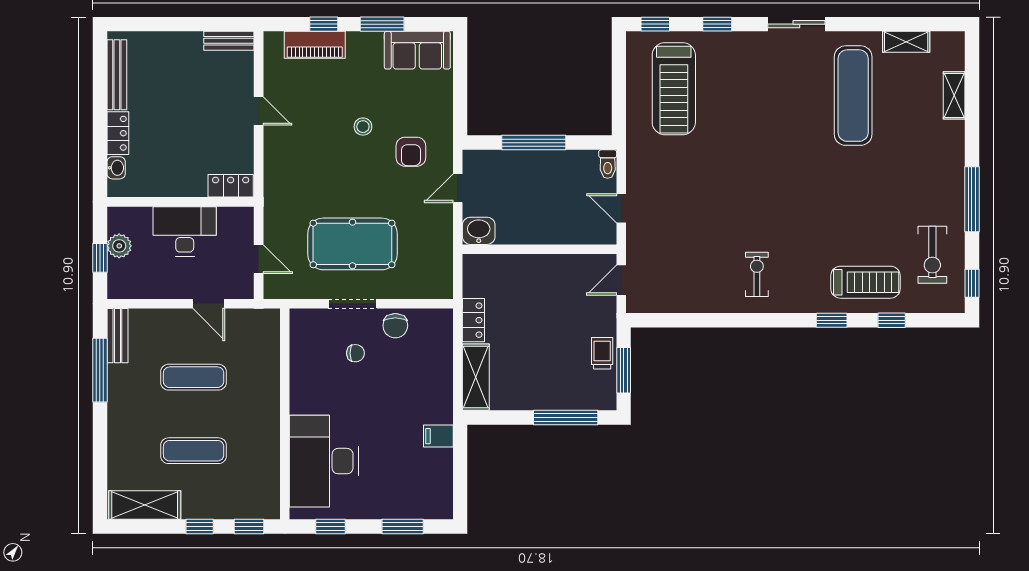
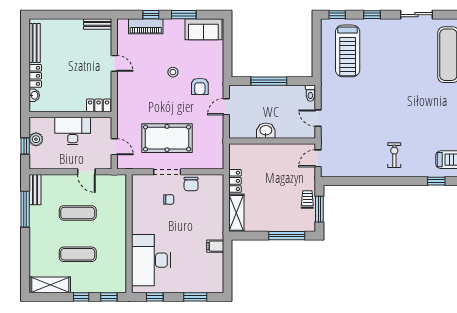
washbasin: (479, 231) -> (266, 131), moved

